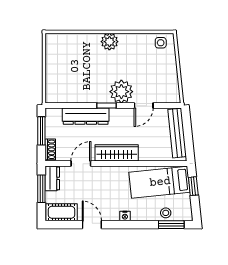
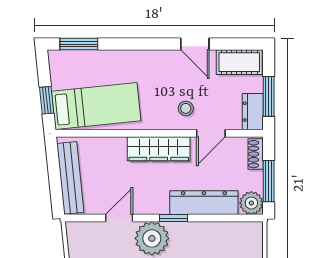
plant: (53, 116) -> (251, 203), added
stool: (166, 213) -> (186, 108), moved
nightstand: (125, 216) -> (147, 57), removed

